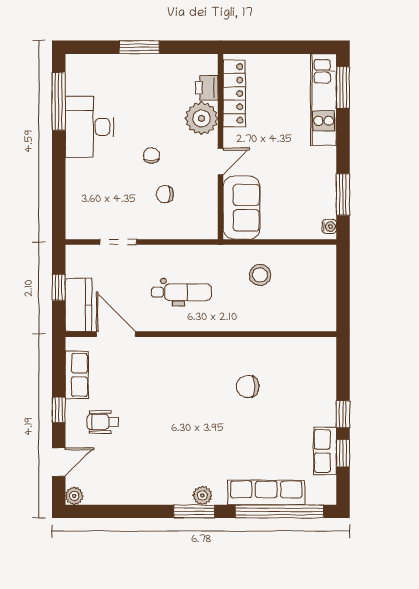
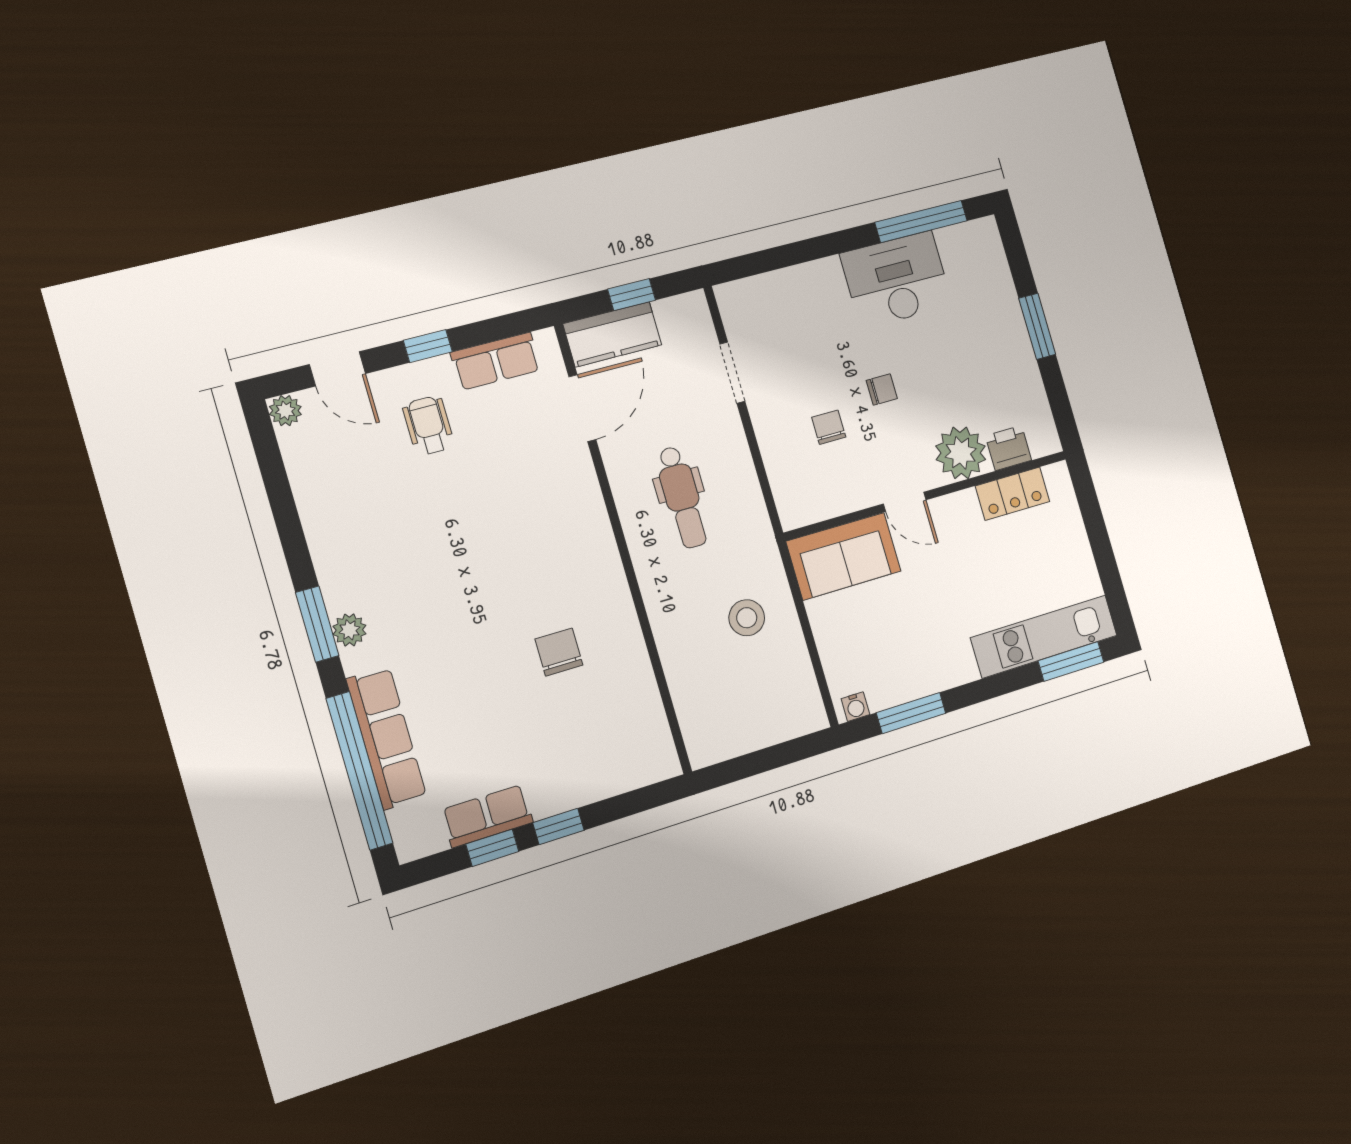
locker: (234, 93) -> (1013, 494), width x0.66

